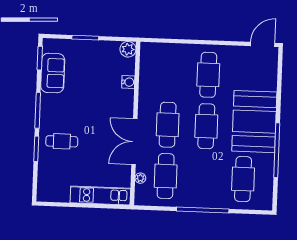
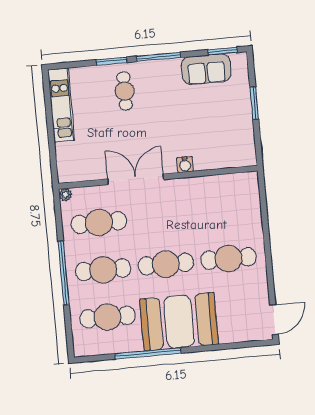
door: (263, 44) -> (274, 320), hinge flipped
plant: (128, 49) -> (247, 157), removed
water cooler: (128, 82) -> (185, 164), moved
cafe table: (168, 125) -> (103, 270), moved
plant: (140, 178) -> (65, 195), moved
kitchen unit: (100, 195) -> (61, 105), moved

